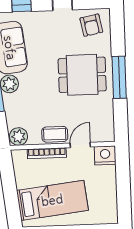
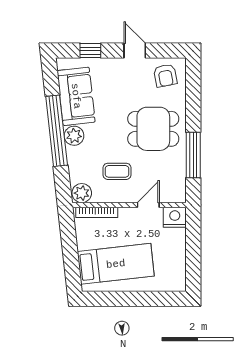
window: (119, 77) -> (193, 155), moved
coffee table: (55, 134) -> (117, 171), moved
bookcase: (47, 153) -> (97, 212), moved

